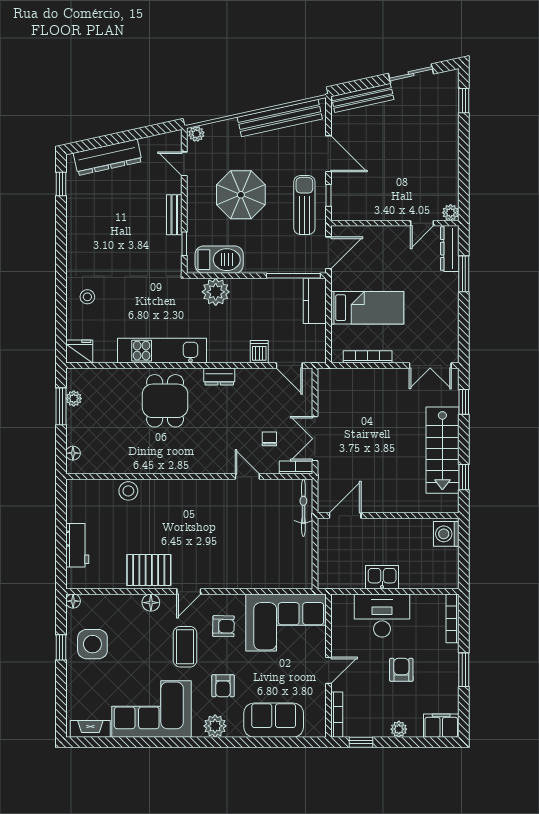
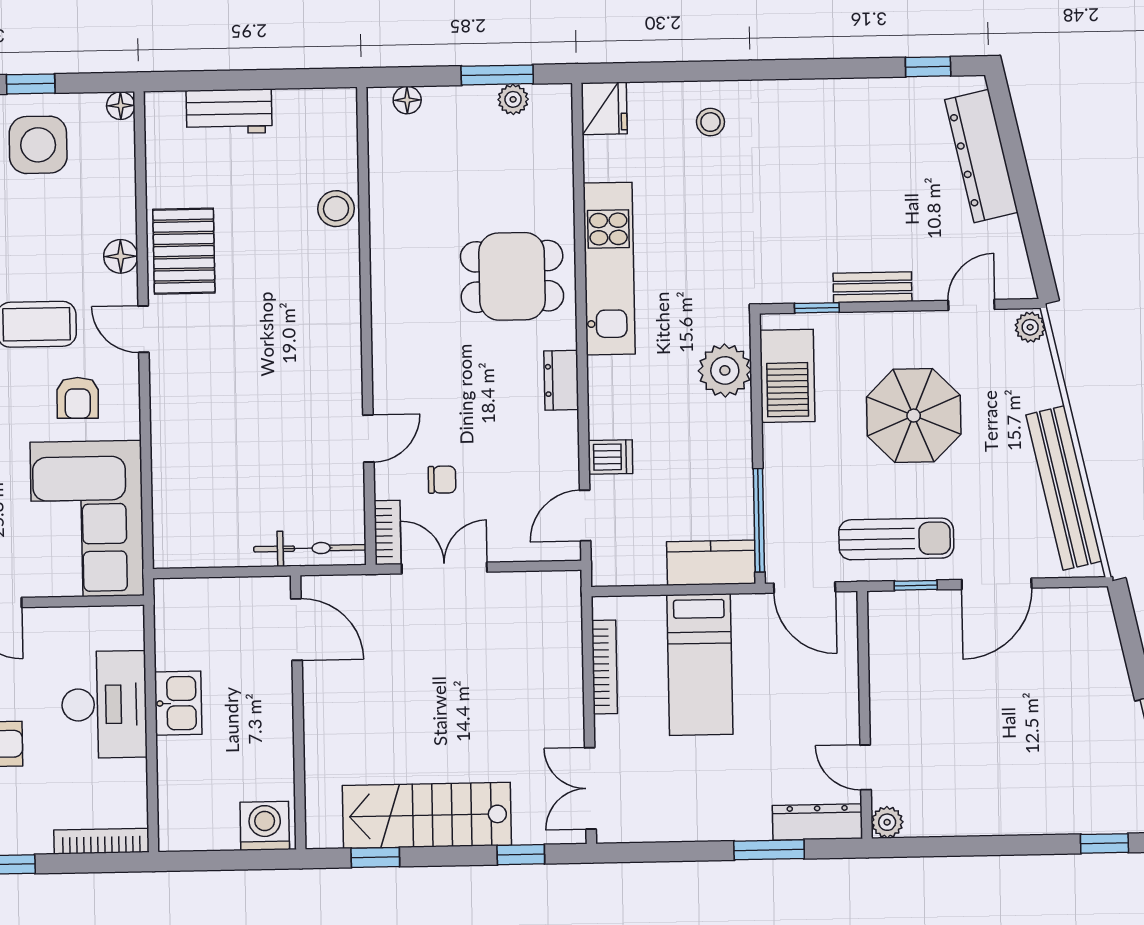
bench: (363, 98) -> (1106, 648), removed

